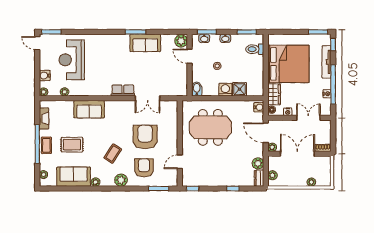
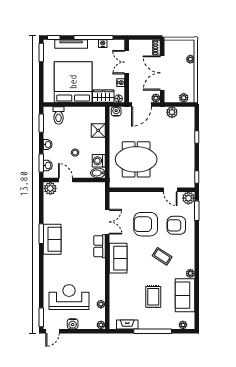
sofa: (145, 43) -> (52, 239), moved
door: (190, 56) -> (65, 180), swing flipped
reception desk: (72, 60) -> (69, 297), turned 180
water cooler: (45, 76) -> (73, 324), moved
washing machine: (225, 90) -> (99, 161), moved
sofa: (89, 109) -> (118, 258), moved
meeting table: (210, 127) -> (136, 159), turned 90
coffee table: (46, 145) -> (154, 322), removed
dresser: (259, 178) -> (186, 111), removed
plant: (121, 180) -> (188, 198), moved

